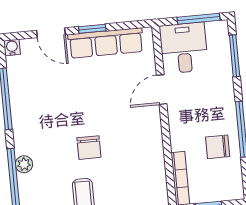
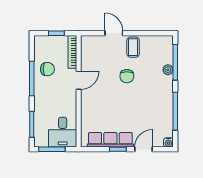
door: (51, 33) -> (144, 149), hinge flipped
door: (162, 90) -> (79, 80), moved
chair: (89, 148) -> (127, 76), turned 180

